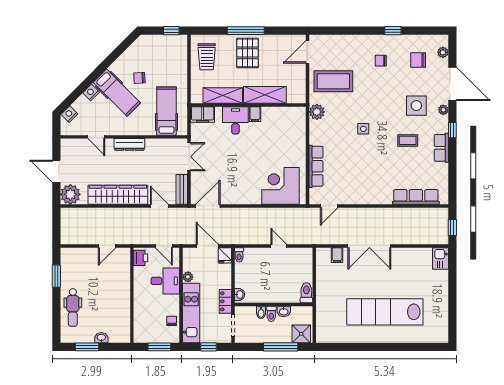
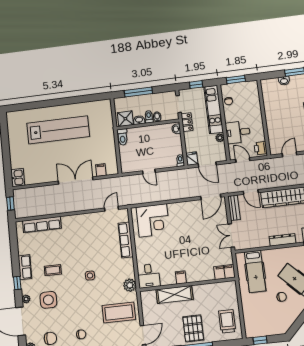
shelving: (223, 95) -> (210, 290), removed
desk: (235, 120) -> (149, 276), moved
shower: (301, 334) -> (125, 119), moved

